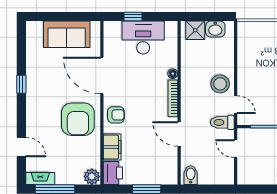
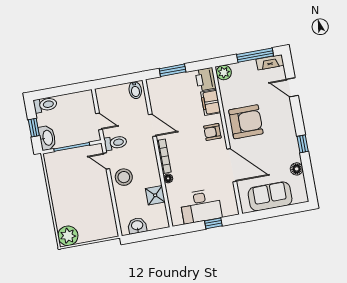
shower: (195, 30) -> (155, 195), moved
floor lamp: (33, 59) -> (297, 169), added
armchair: (78, 119) -> (246, 122), turned 90

